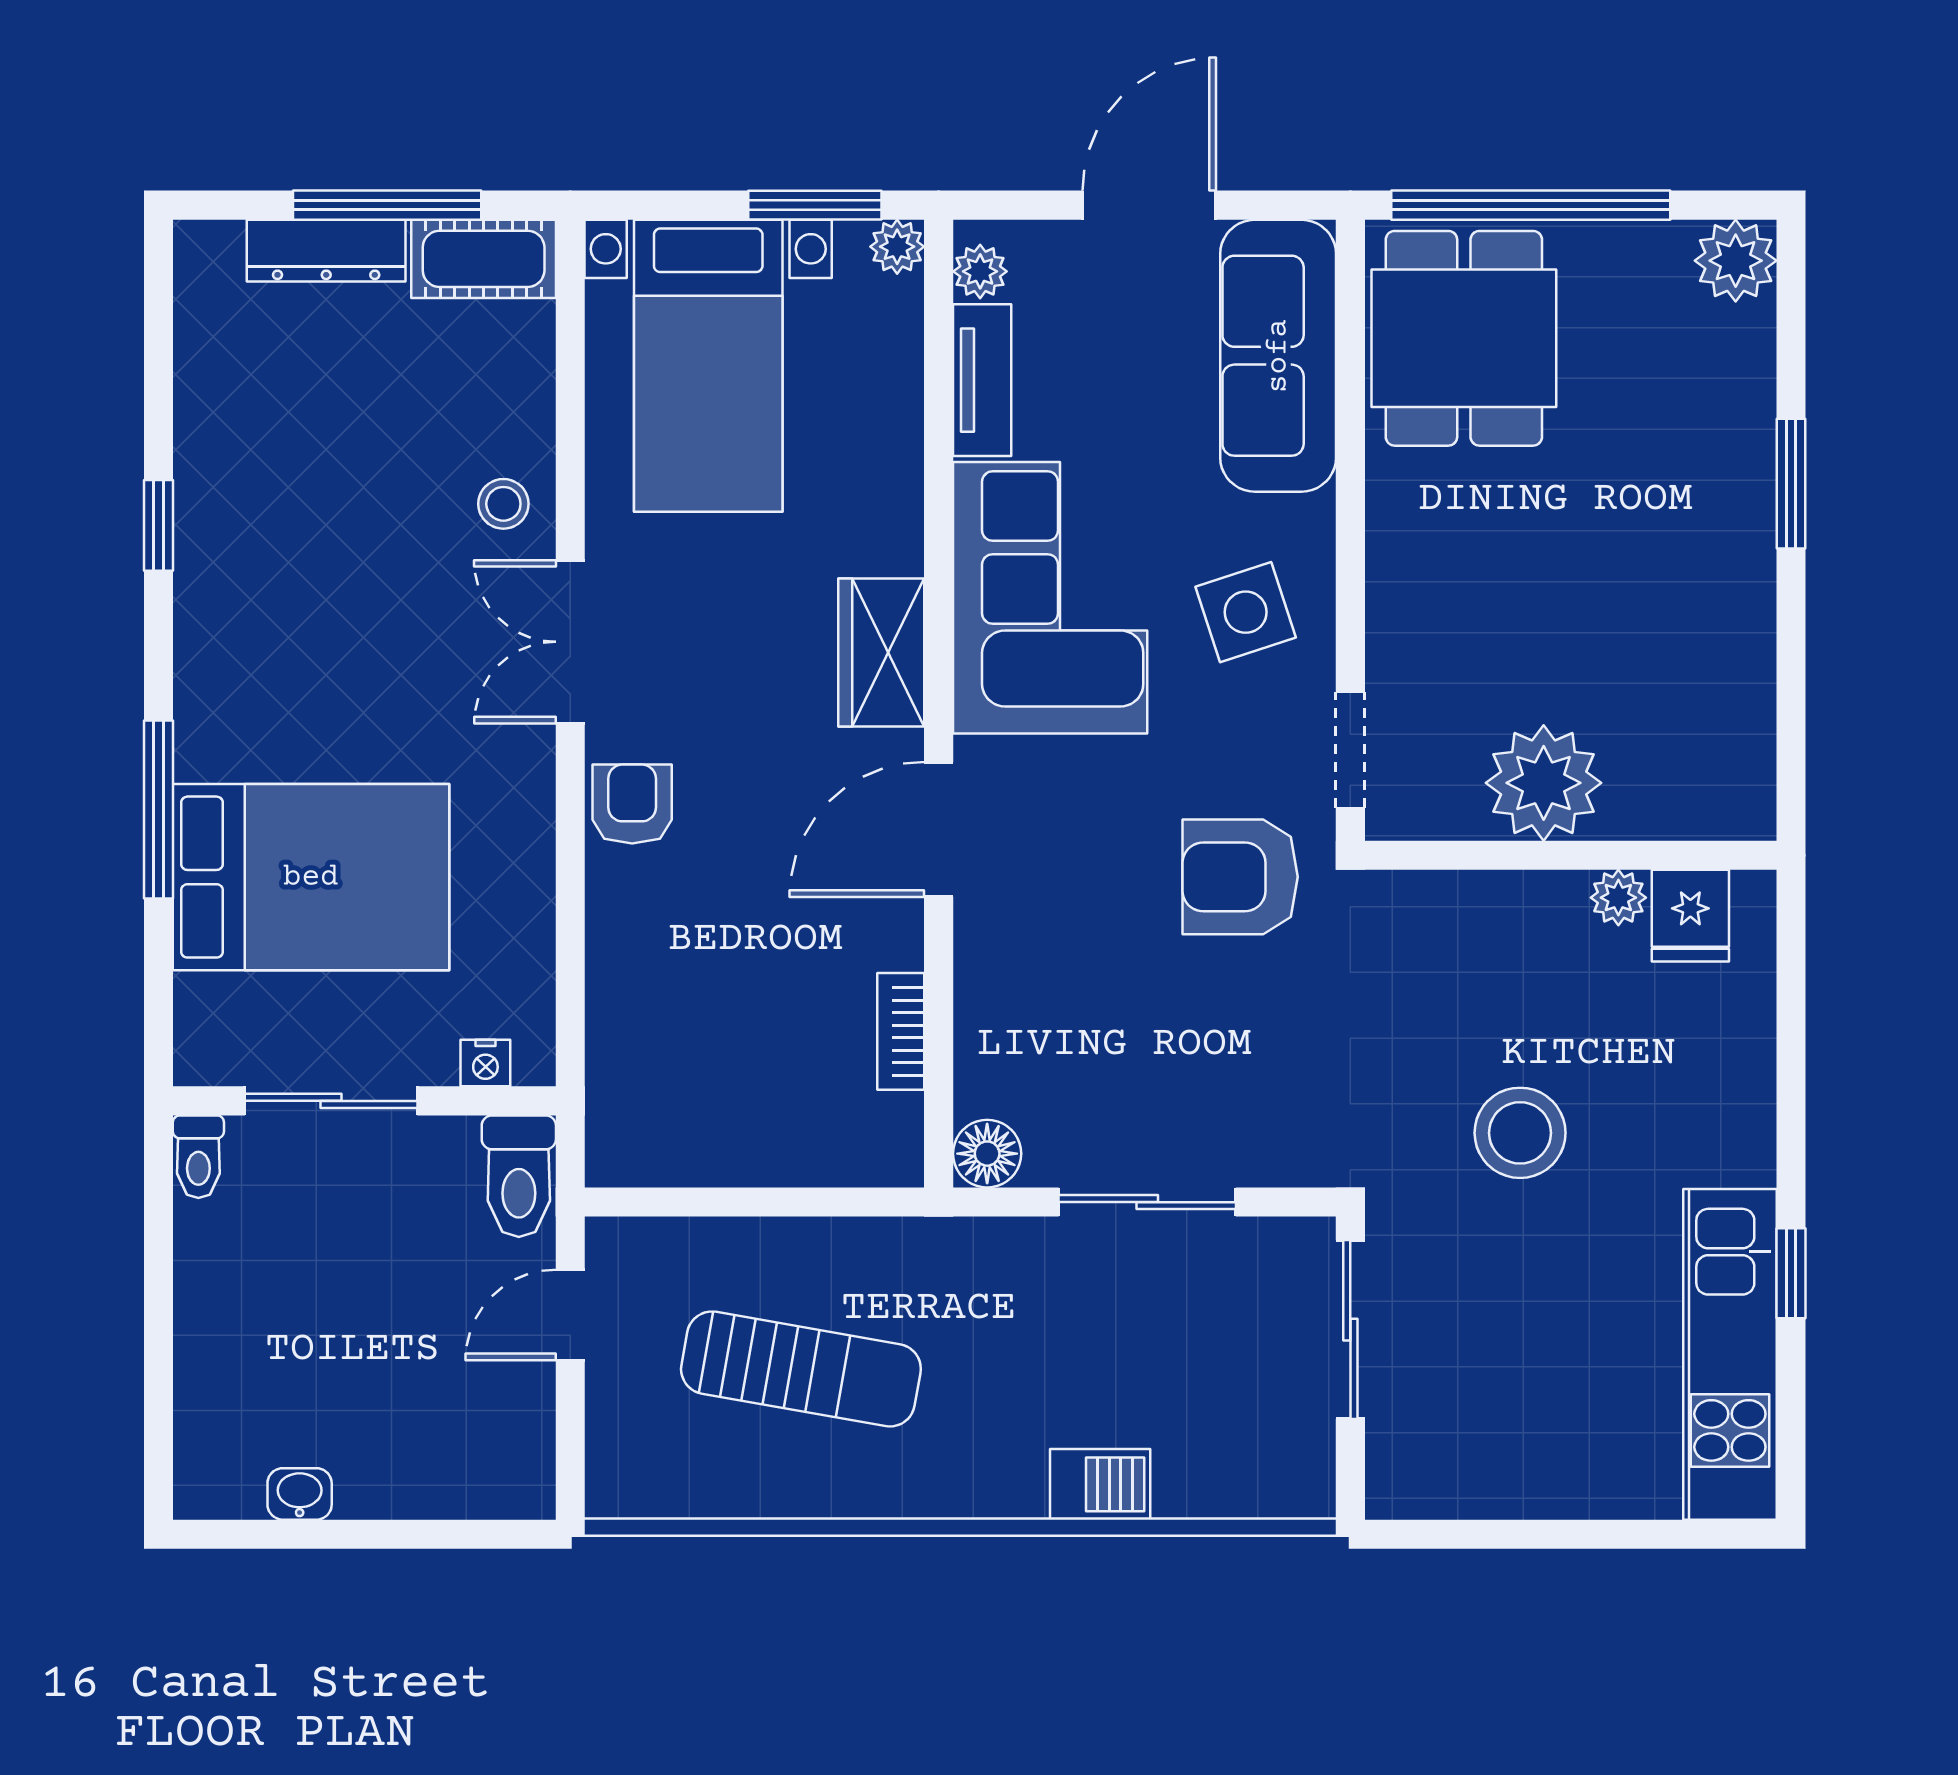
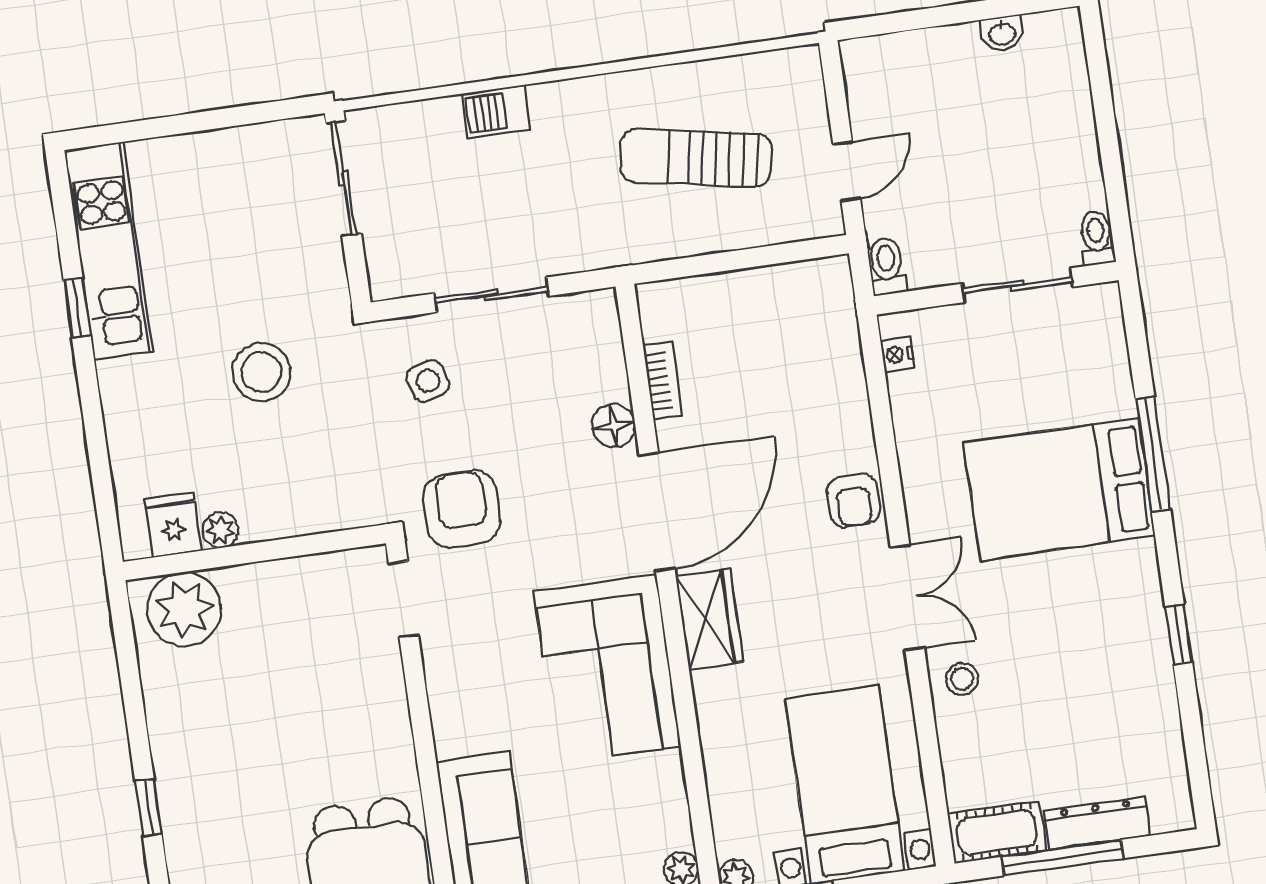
tv unit: (982, 380) -> (670, 800), removed
window: (1791, 484) -> (148, 808), width x0.67
side table: (1246, 612) -> (428, 381), moved, width x0.73, depth x0.73
plant: (1544, 783) -> (184, 609), moved
door: (939, 829) -> (657, 512), width x1.36
bed: (311, 877) -> (1059, 489), moved
armchair: (1240, 877) -> (462, 509), turned -90
nightstand: (485, 1063) -> (897, 354), moved, turned -90
floor lamp: (987, 1154) -> (613, 426), moved
toilet: (519, 1176) -> (887, 266), width x0.73, depth x0.72
sliding door: (1350, 1330) -> (344, 179), moved

